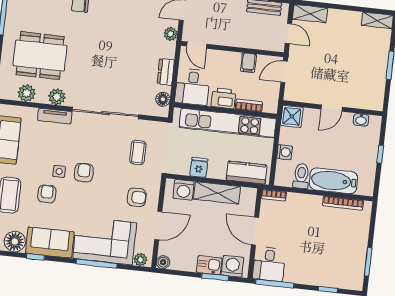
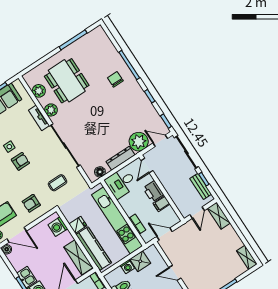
plant: (171, 34) -> (139, 142), width x1.87, depth x1.87
dresser: (166, 72) -> (120, 158), width x1.44
door: (284, 72) -> (165, 234), moved
printer: (223, 98) -> (153, 191), moved, turned 180
shower: (292, 116) -> (140, 261), moved
kitchen counter: (247, 173) -> (94, 249), width x1.50
shelving: (217, 193) -> (78, 257), moved
armchair: (137, 197) -> (31, 203), turned 90
door: (158, 226) -> (17, 235), moved

